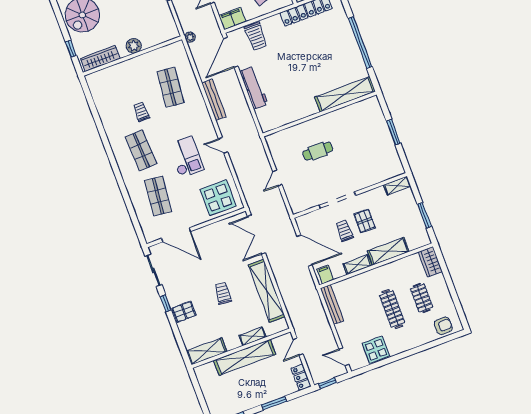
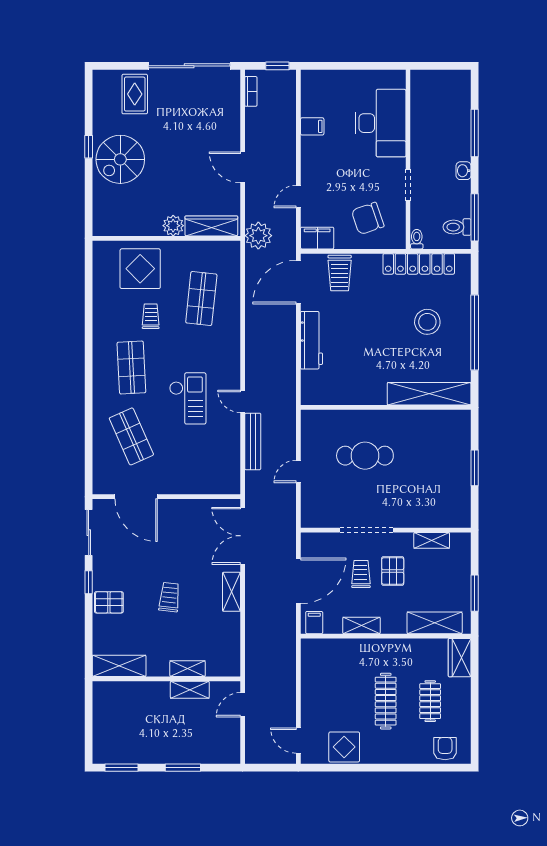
plant: (190, 37) -> (258, 236), width x1.88, depth x1.88
stool: (326, 47) -> (427, 322), added
window: (71, 49) -> (89, 147), moved
wardrobe: (100, 59) -> (211, 226), moved
bench: (214, 100) -> (253, 441), moved
cafe table: (318, 151) -> (365, 456), width x1.37, depth x1.35
shelving: (397, 186) -> (432, 540), moved
shop shelf: (158, 196) -> (131, 436), turned -30
display table: (218, 198) -> (140, 269), moved
door: (304, 251) -> (298, 581), hinge flipped
shelving: (388, 251) -> (435, 623), moved
shelving: (267, 291) -> (231, 592), width x0.45, depth x0.75
bench: (332, 305) -> (308, 666), removed
armchair: (443, 326) -> (445, 749), turned -89
shelving: (245, 357) -> (190, 690), width x0.45, depth x0.75
locker: (301, 377) -> (231, 746), removed
window: (328, 383) -> (264, 768), removed

